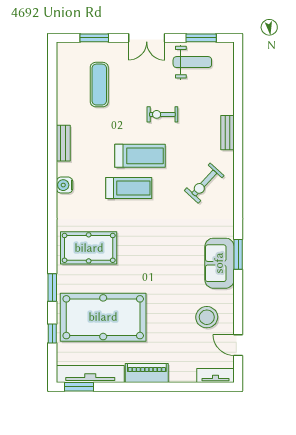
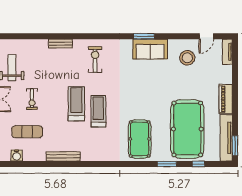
exercise bike: (162, 114) -> (32, 99), moved
bench: (63, 143) -> (63, 156), width x1.36
exercise bike: (204, 183) -> (95, 60), turned -133
water cooler: (65, 185) -> (17, 156), moved

